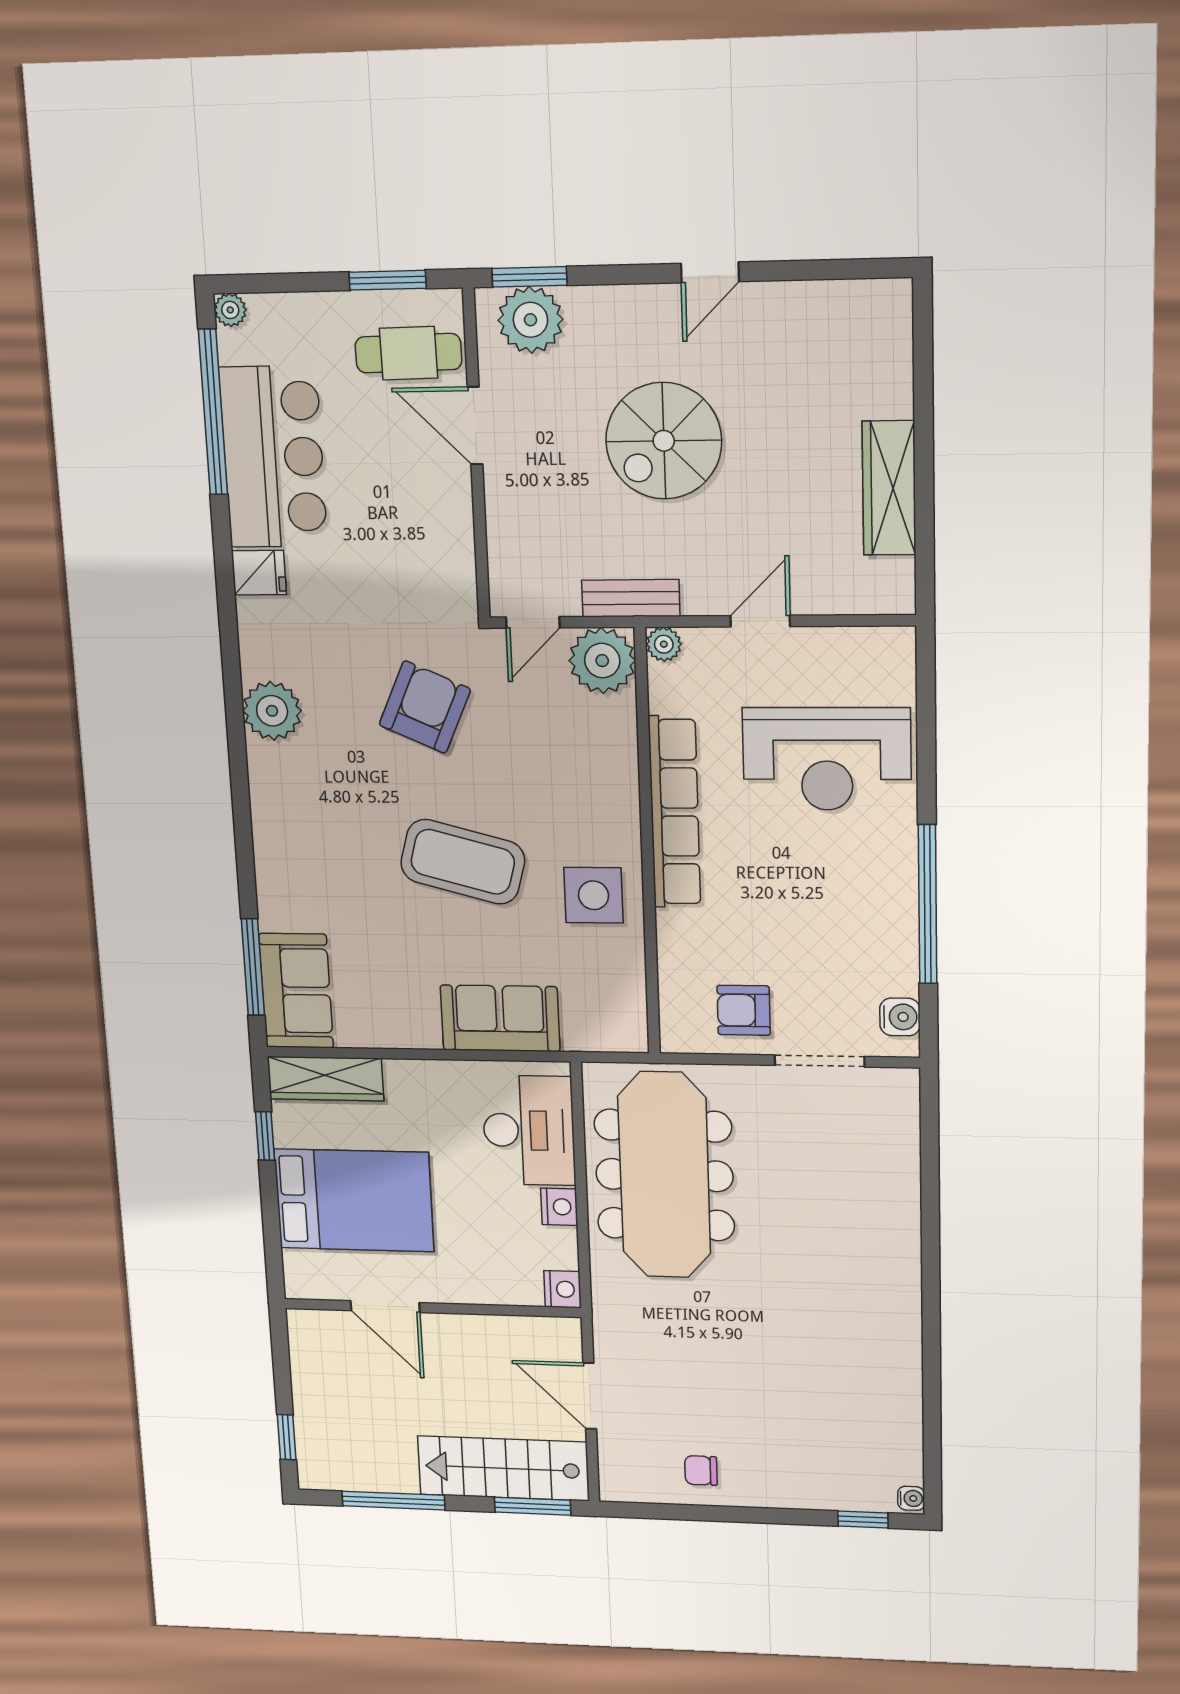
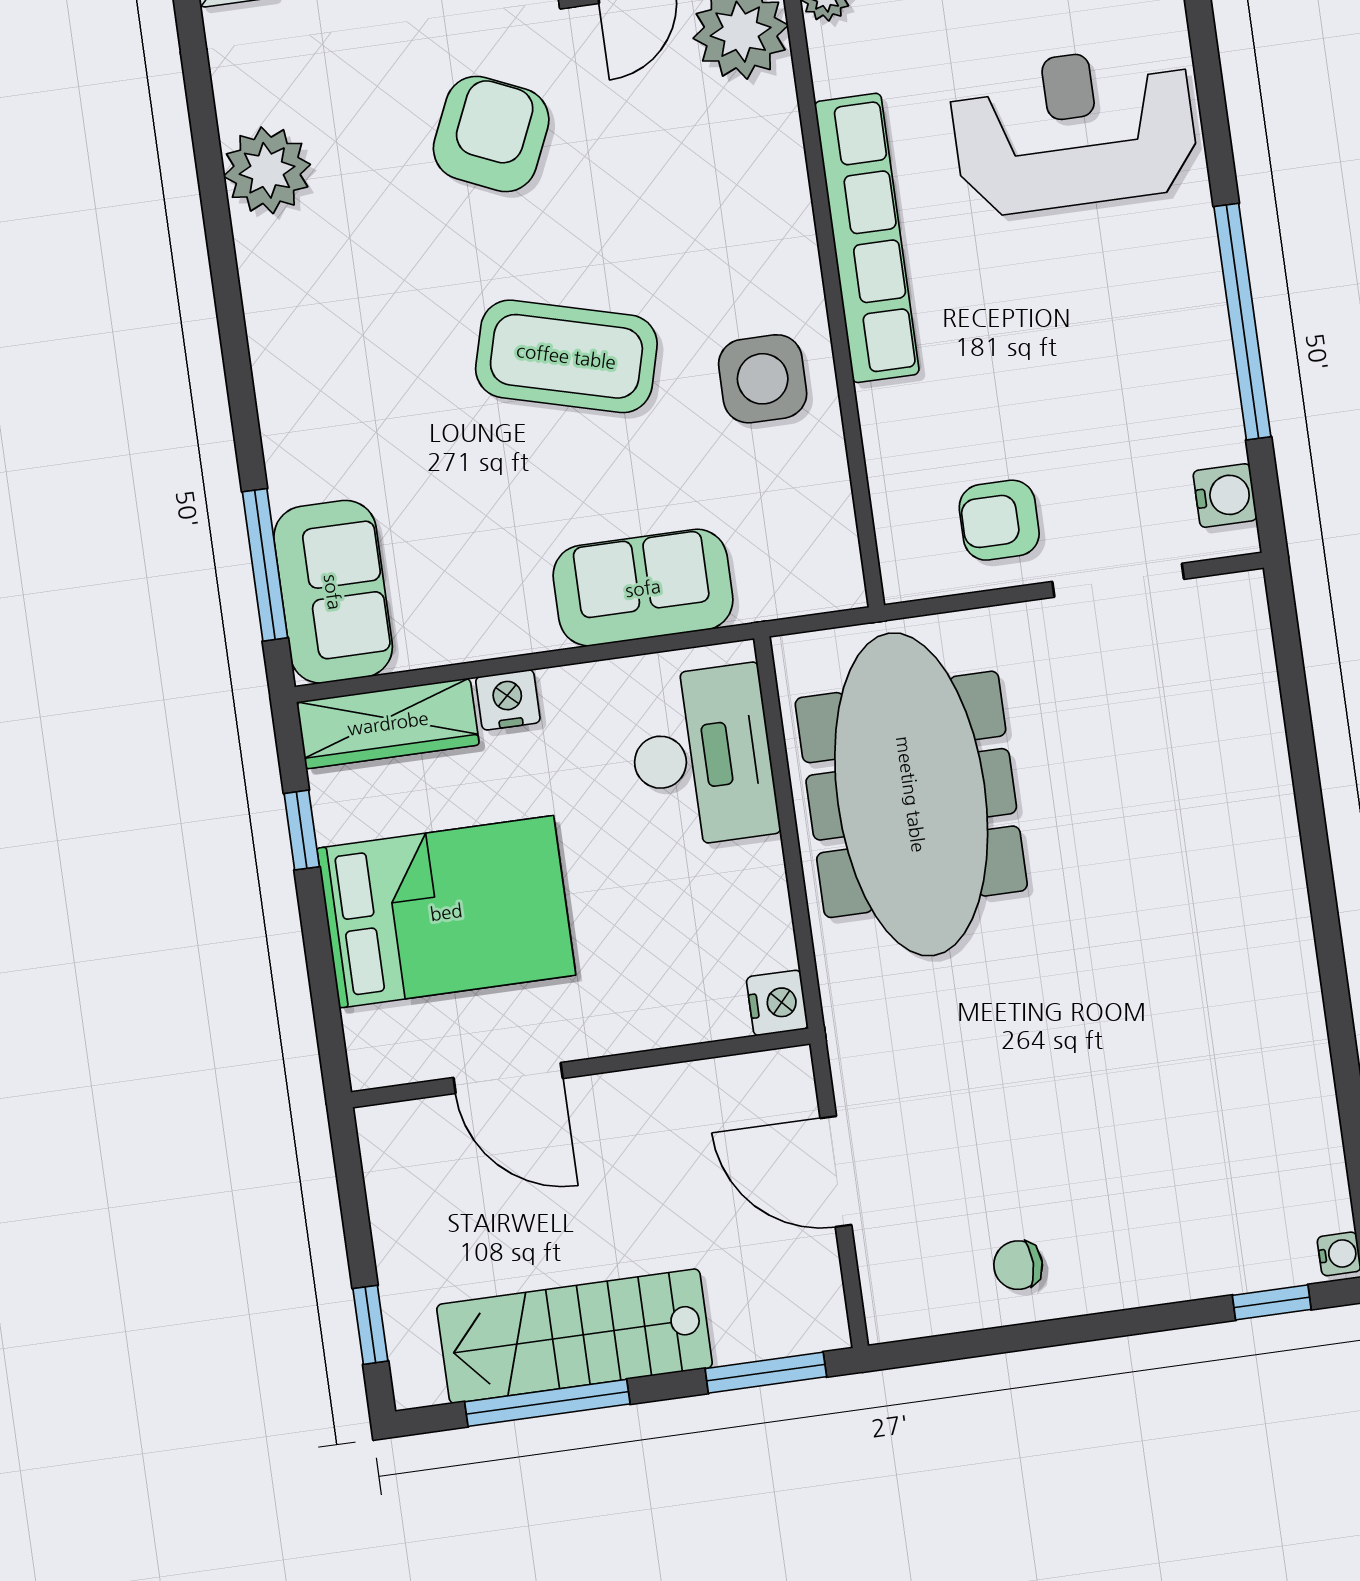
reception desk: (827, 759) -> (1074, 130), turned 180
nightstand: (559, 1207) -> (508, 700), moved, turned -90
stairs: (503, 1468) -> (575, 1336), moved

